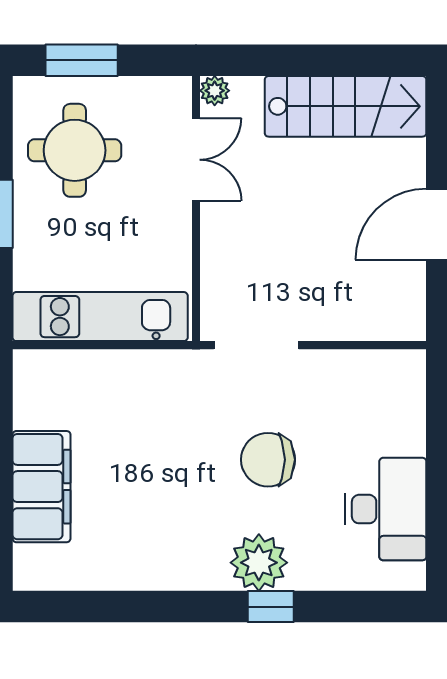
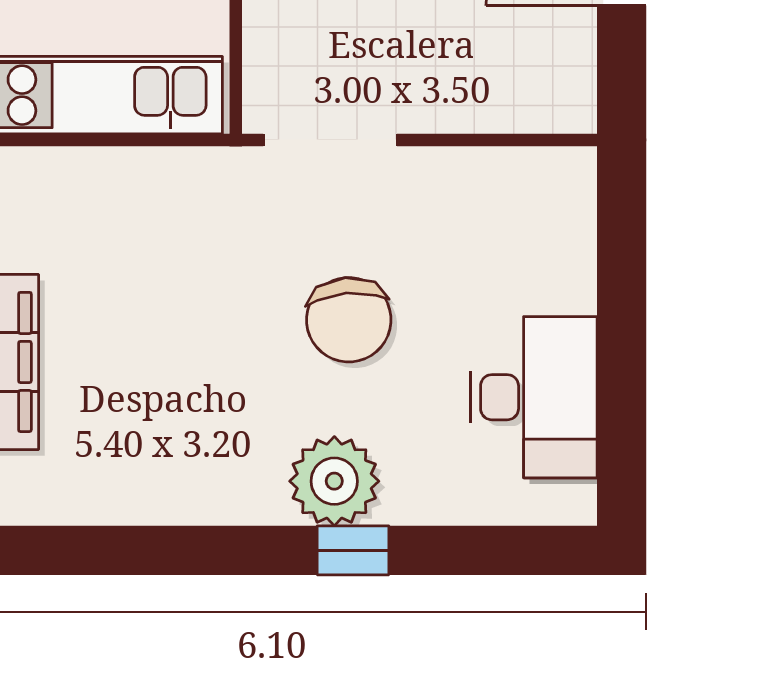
chair: (268, 460) -> (349, 320), turned -95

